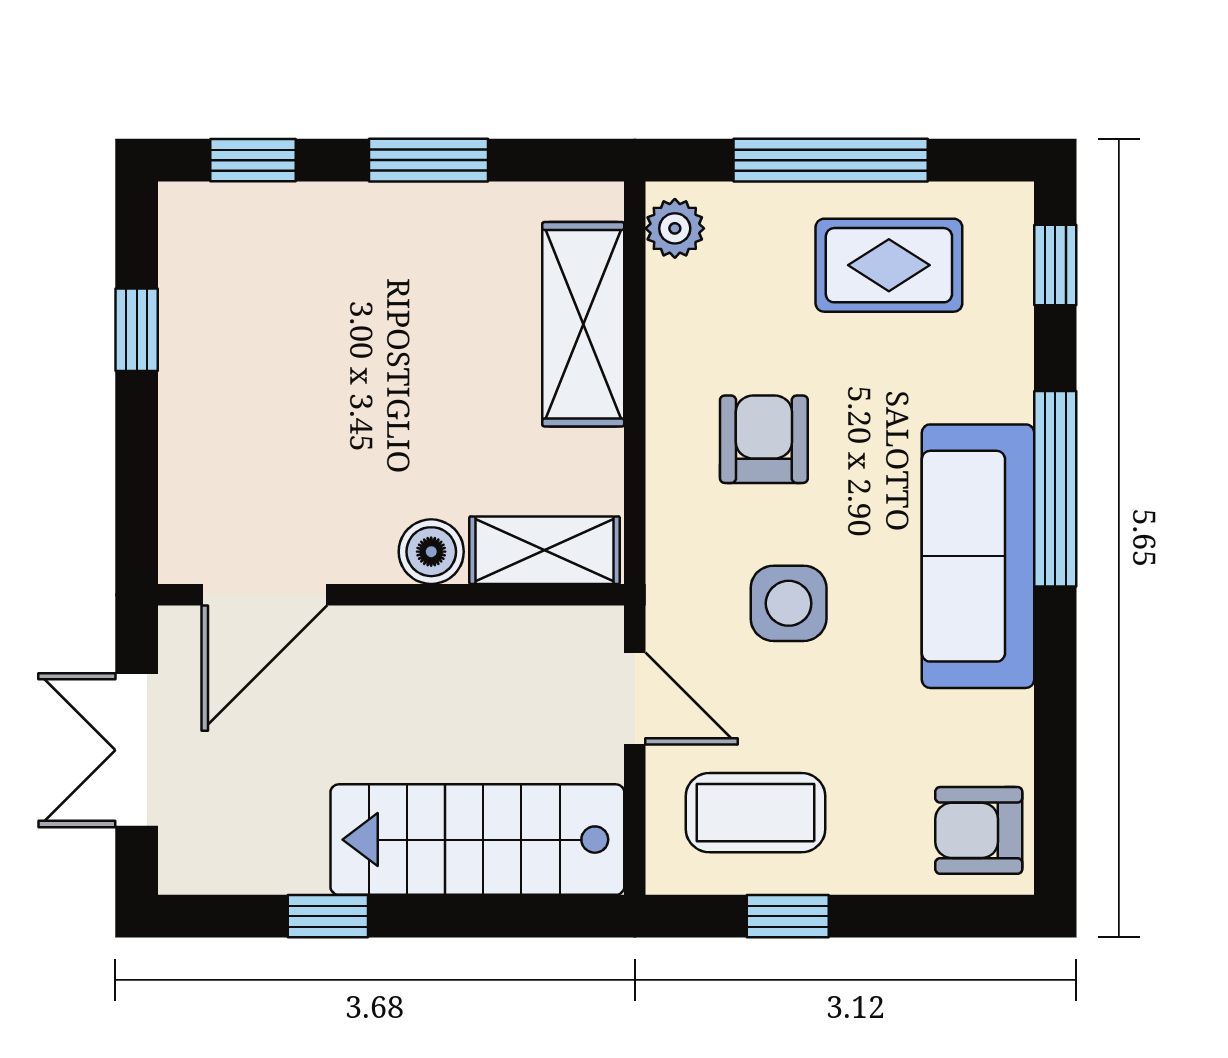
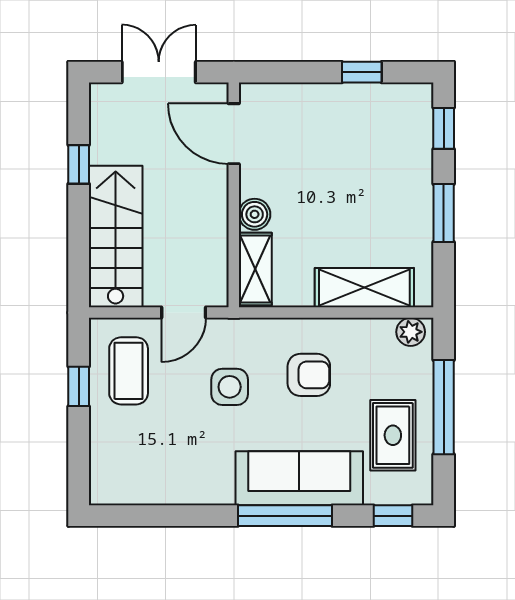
sofa: (978, 556) -> (299, 478), moved
armchair: (979, 830) -> (120, 479), removed

